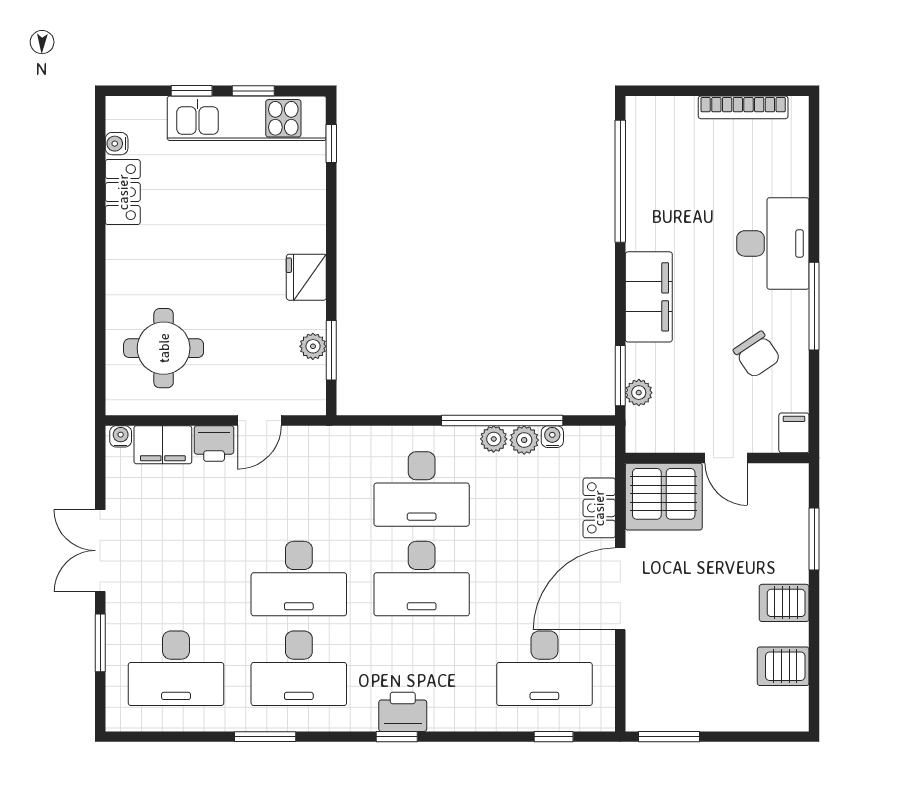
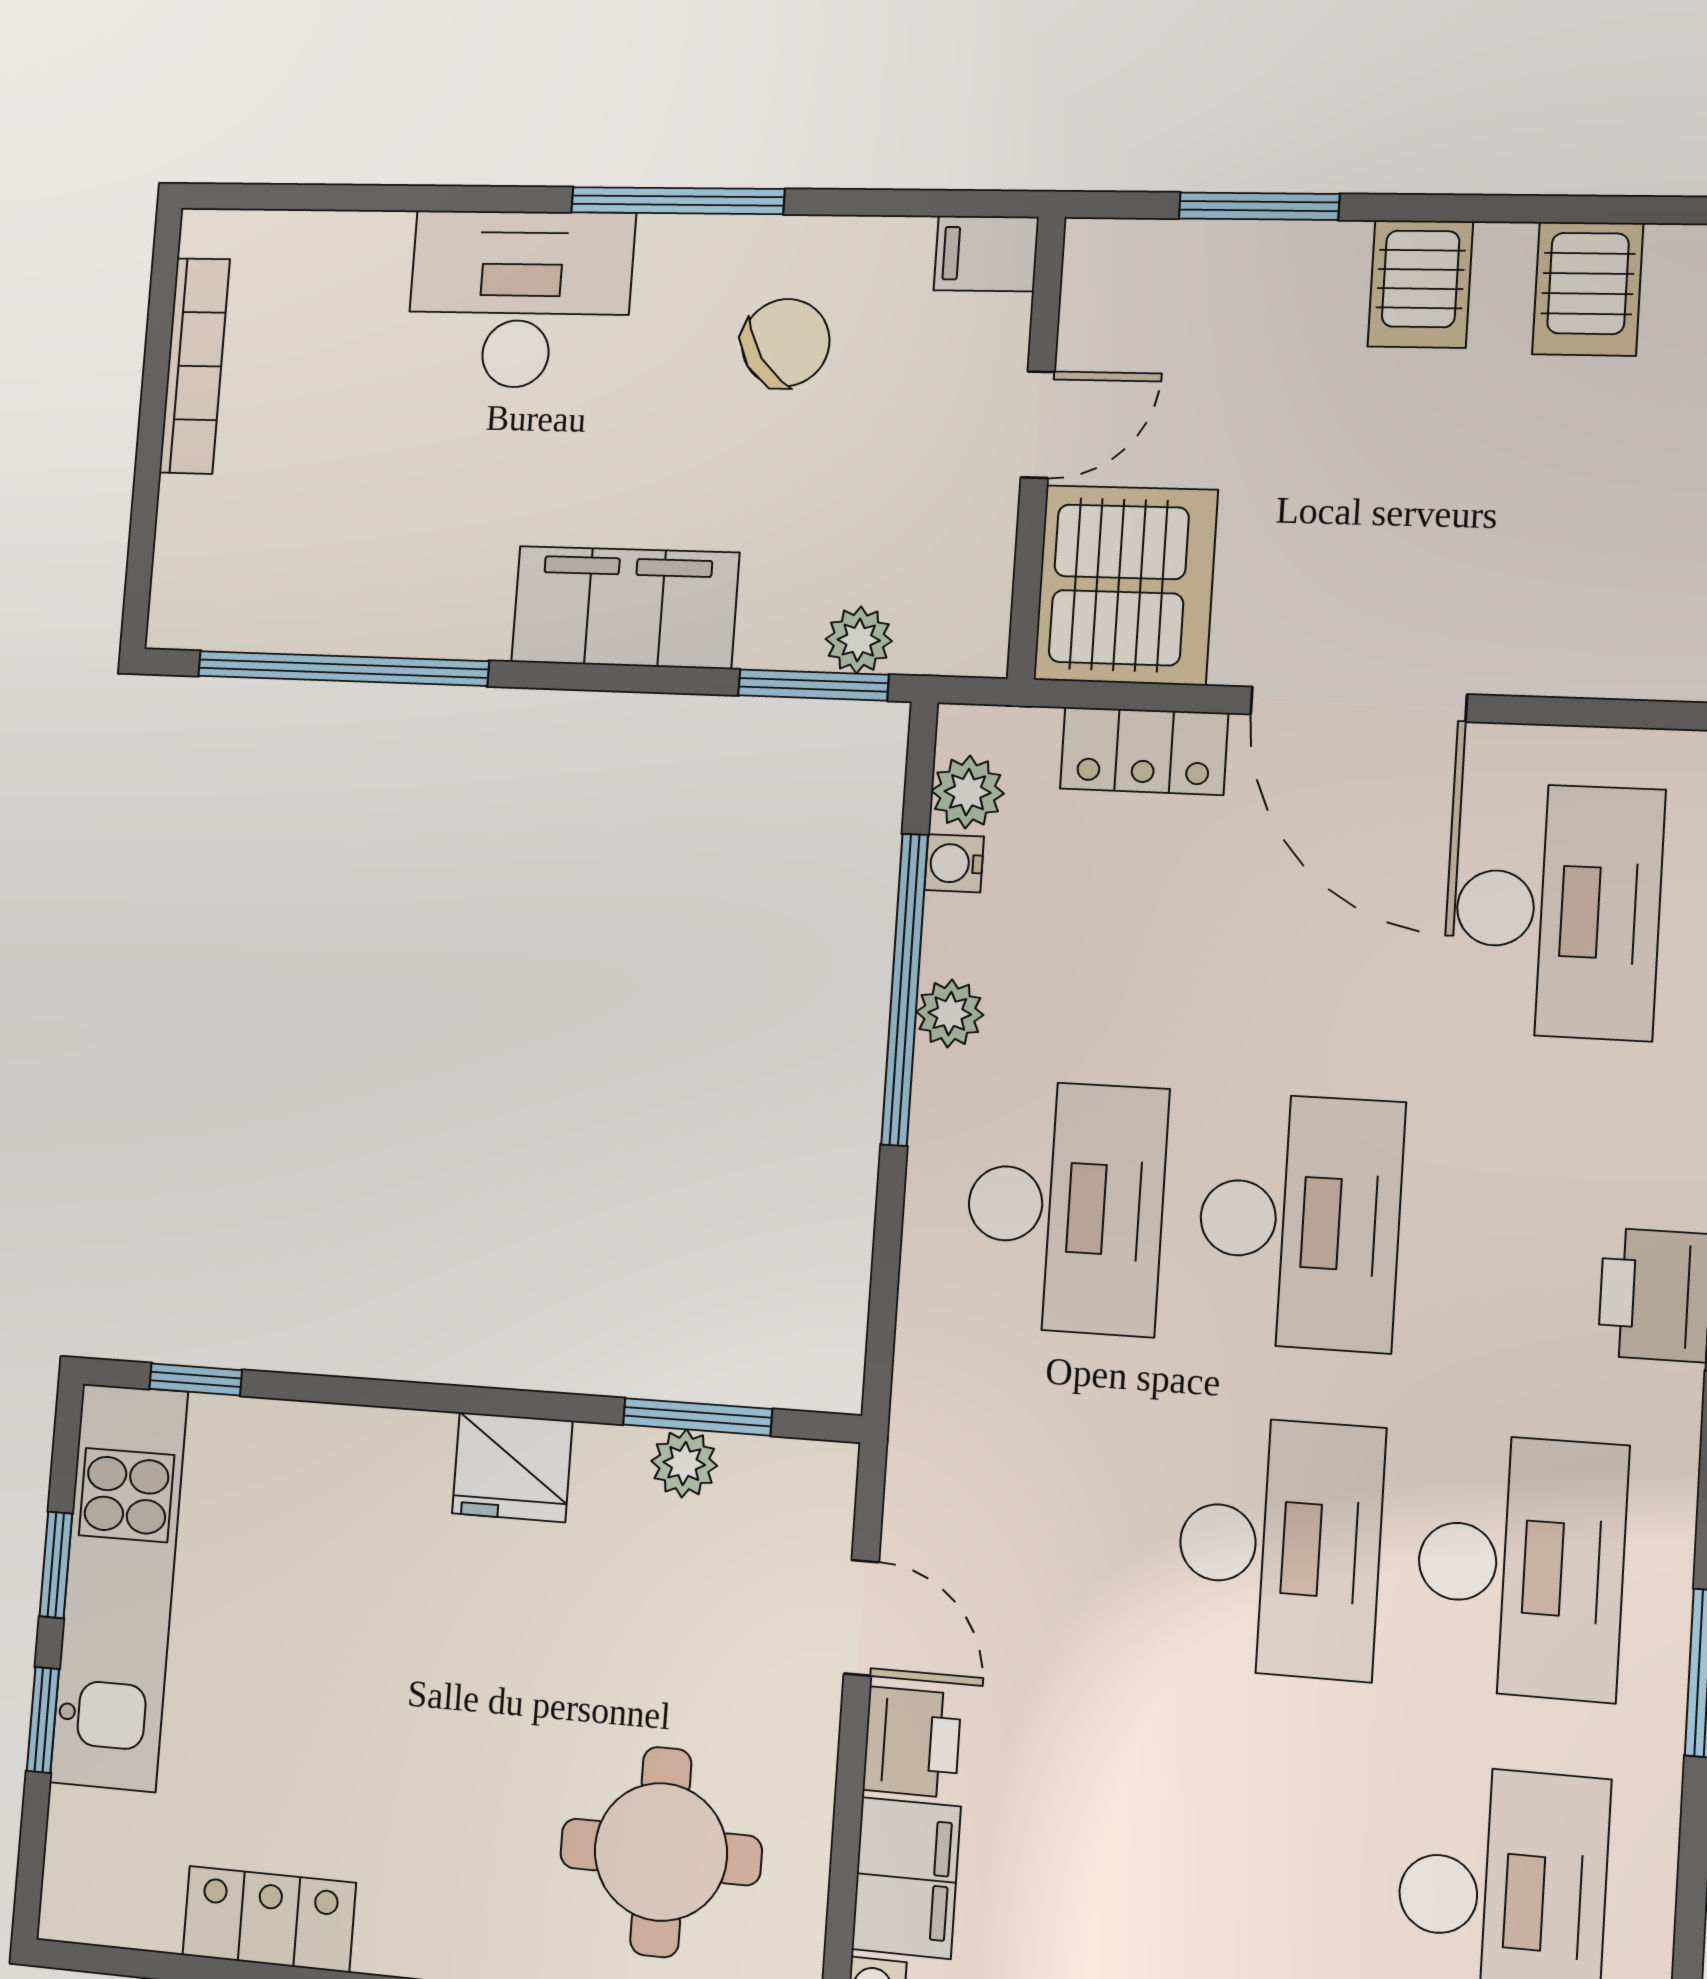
water cooler: (117, 144) -> (152, 1923), removed
plant: (524, 440) -> (968, 792), moved

